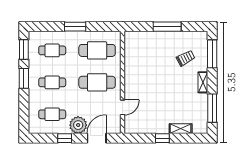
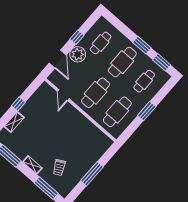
cafe table: (52, 82) -> (122, 62), width x1.37, depth x1.35

